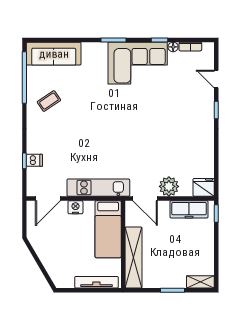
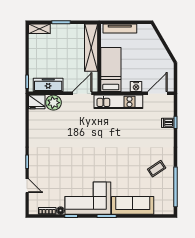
sofa: (54, 54) -> (133, 205), moved
plant: (169, 186) -> (53, 103), moved
door: (145, 198) -> (82, 93), hinge flipped

